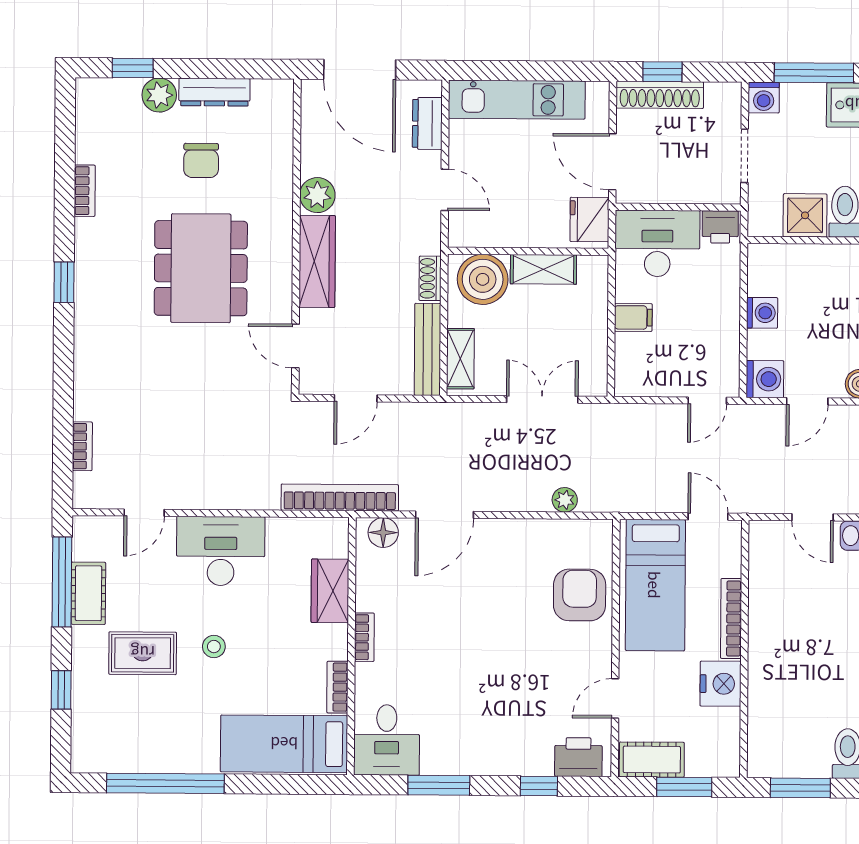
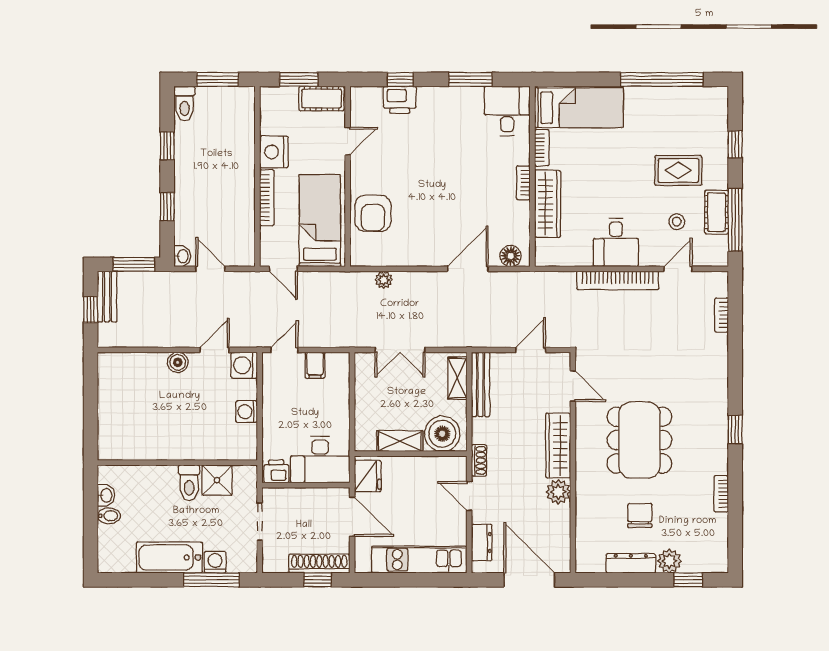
washing machine: (764, 98) -> (215, 562), moved
shoe rack: (430, 278) -> (479, 460), moved
filing cabinet: (633, 317) -> (315, 365), moved, turned -90
bookcase: (340, 497) -> (618, 280), moved
desk: (221, 551) -> (616, 242), width x0.73
wardrobe: (330, 591) -> (548, 204), width x1.50
stool: (214, 647) -> (677, 222), moved
printer: (578, 757) -> (400, 100), moved

